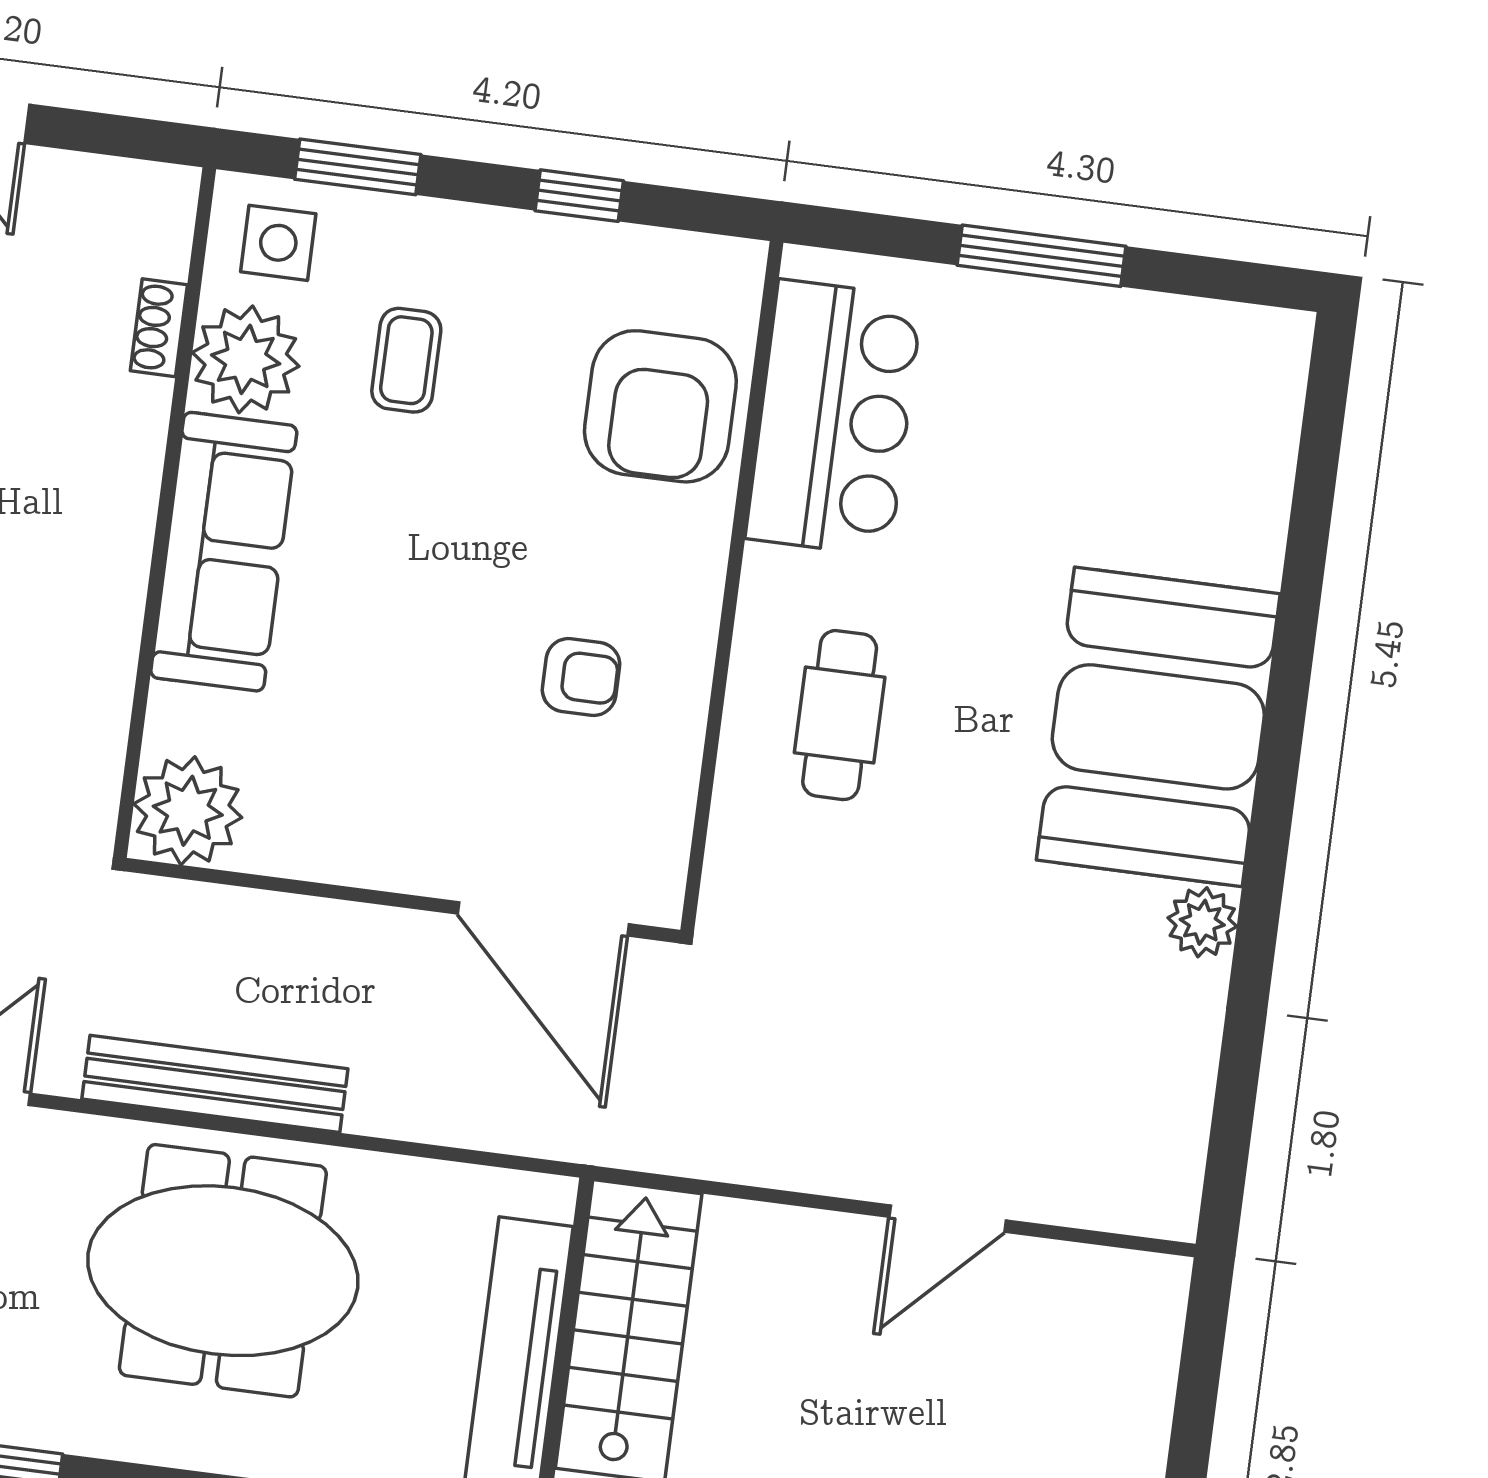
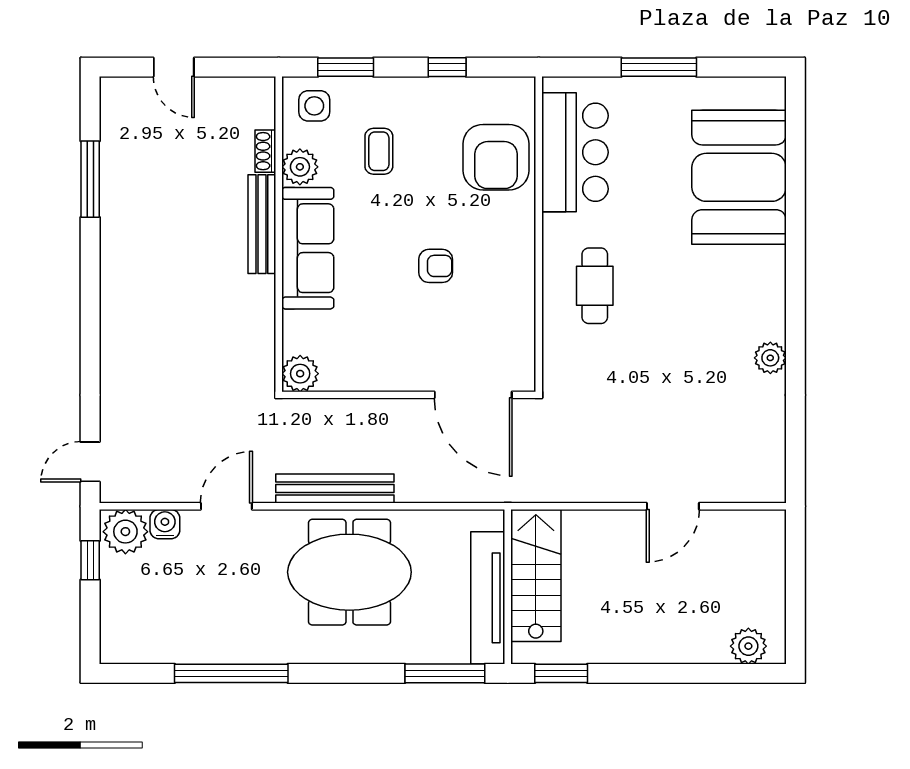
plant: (246, 359) -> (300, 167), width x0.73, depth x0.73
bench: (130, 486) -> (262, 224), added
armchair: (581, 677) -> (436, 266), moved
booth: (1158, 727) -> (739, 177), moved
plant: (188, 811) -> (300, 374), width x0.73, depth x0.73

